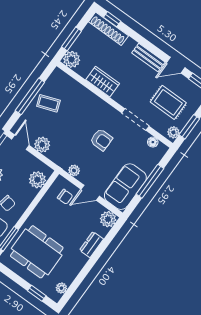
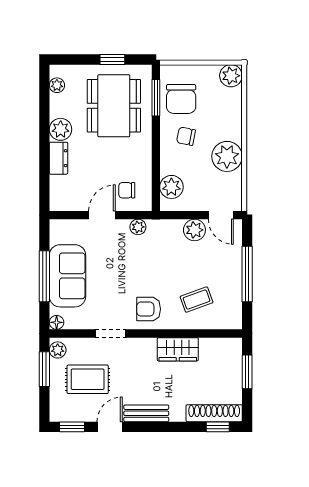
plant: (72, 59) -> (231, 349), removed
coffee table: (48, 103) -> (197, 300), moved
doorway: (135, 120) -> (111, 333), width x0.73
armchair: (101, 140) -> (149, 309), moved
floor lamp: (153, 142) -> (57, 322), moved
sofa: (125, 187) -> (68, 276), moved
plant: (108, 219) -> (61, 129), moved
dining table: (37, 252) -> (114, 106), turned 90
window: (37, 293) -> (112, 60), moved

